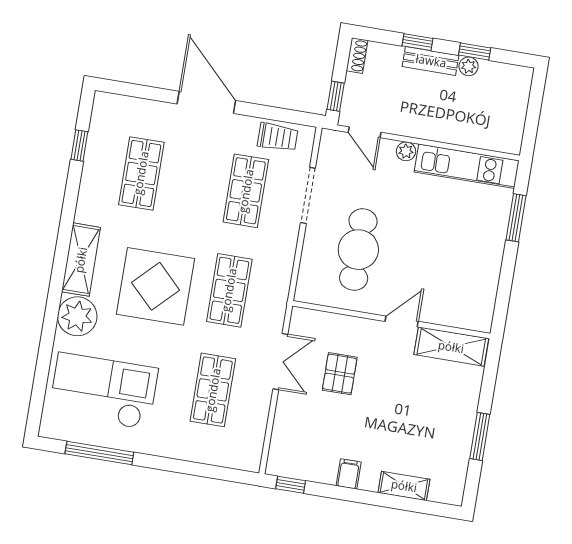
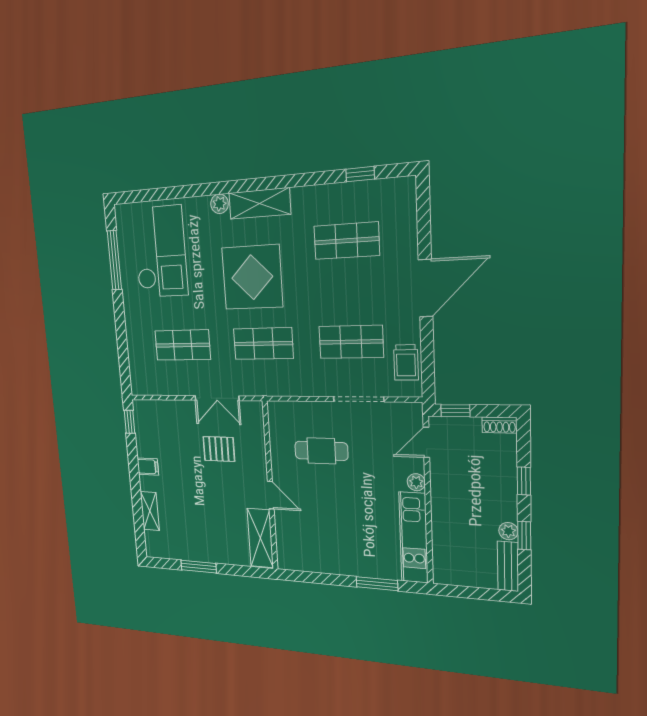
bench: (431, 61) -> (508, 566), moved
cafe table: (358, 250) -> (321, 451), width x0.73, depth x0.74
plant: (77, 316) -> (219, 204), width x0.53, depth x0.53

